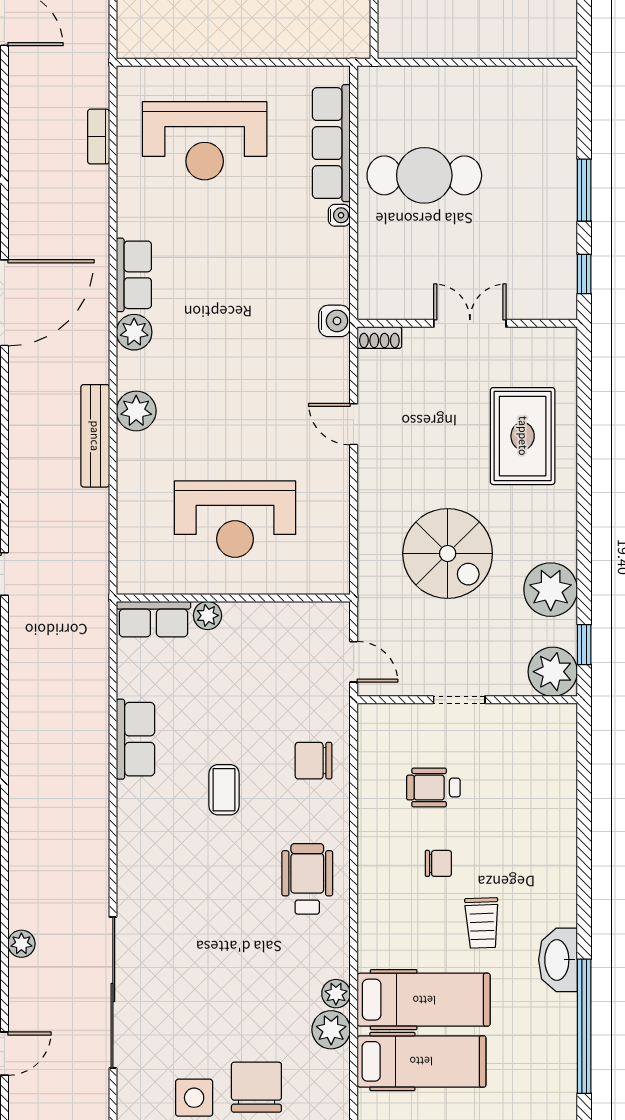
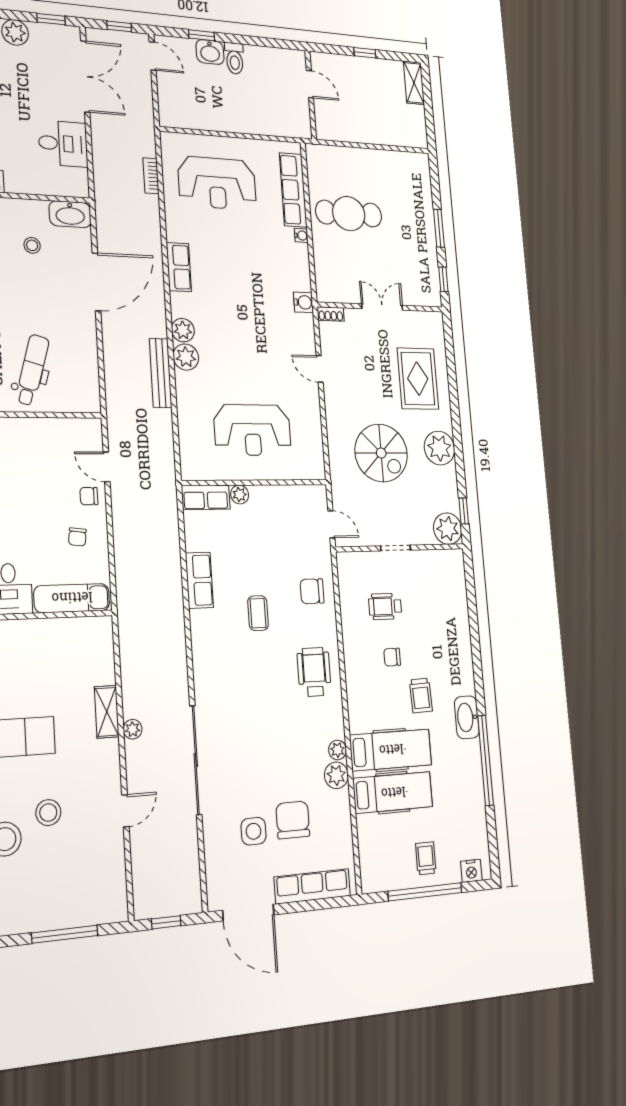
plant: (134, 332) -> (183, 330), moved
plant: (551, 590) -> (439, 448), moved
chair: (438, 863) -> (392, 657), turned 180

